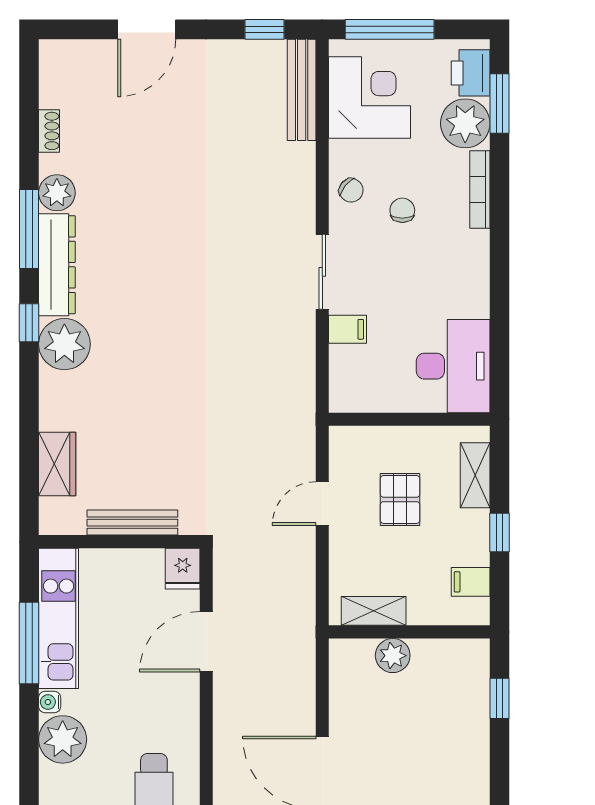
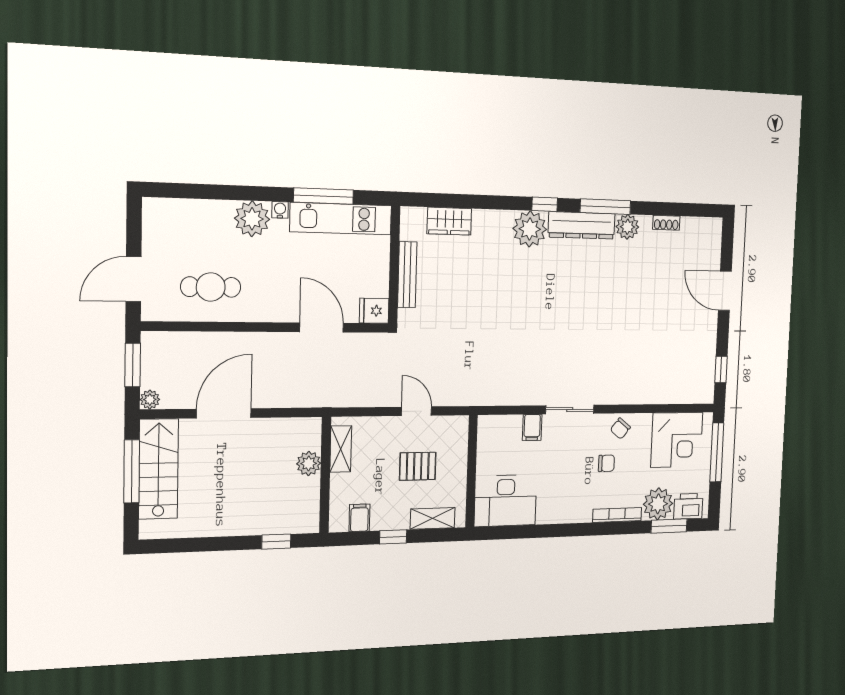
bench: (302, 90) -> (683, 394), removed

